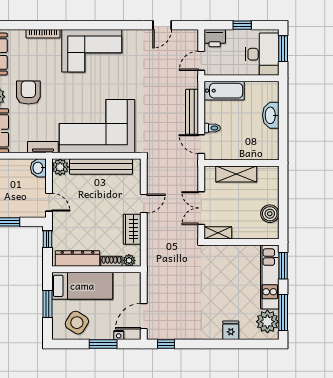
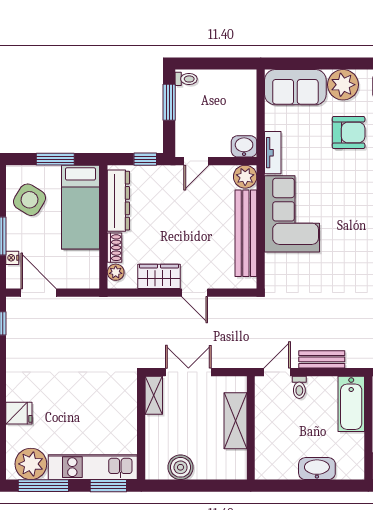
bench: (192, 112) -> (322, 359), width x0.73
corner sofa: (97, 126) -> (292, 214), width x0.73, depth x0.74

